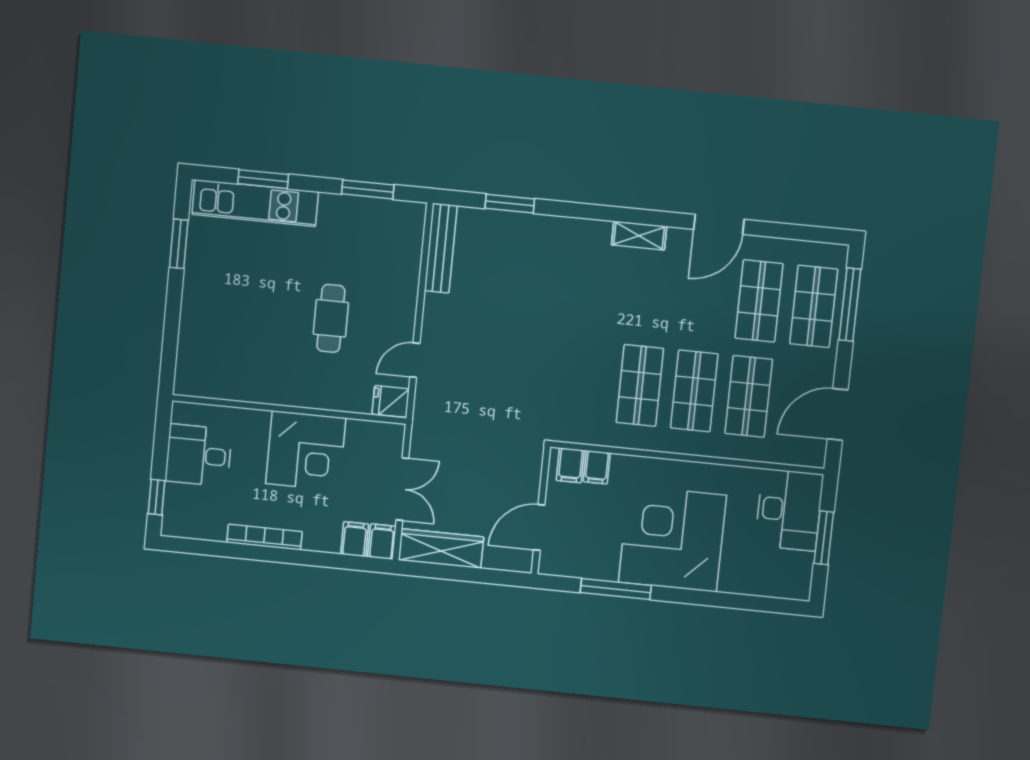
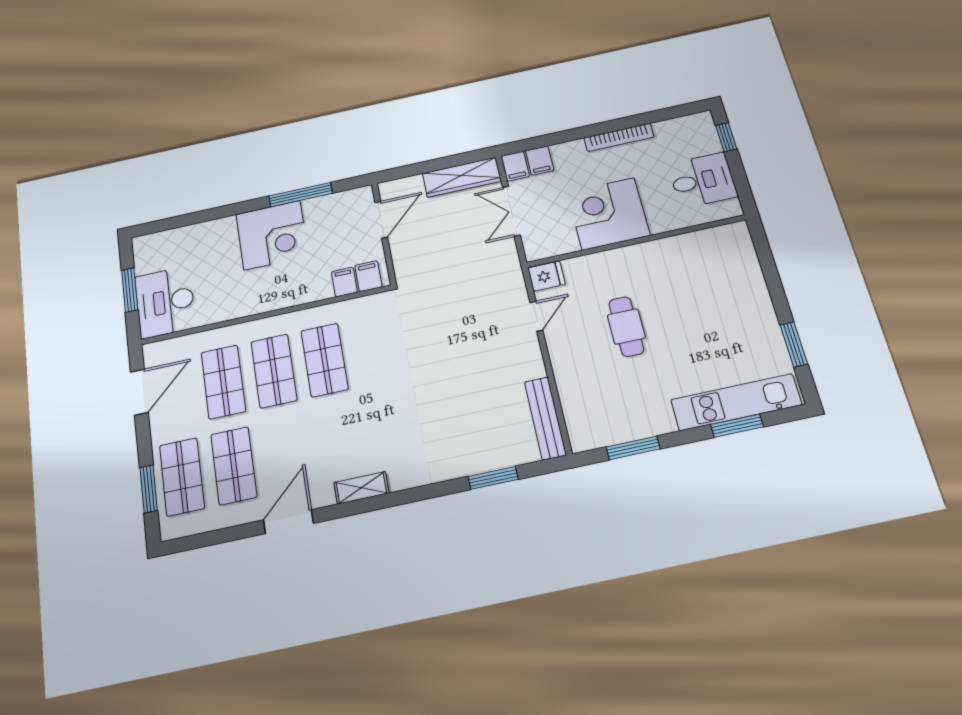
window: (850, 305) -> (149, 489), width x0.69
corner desk: (672, 539) -> (272, 235), width x0.74, depth x0.74

